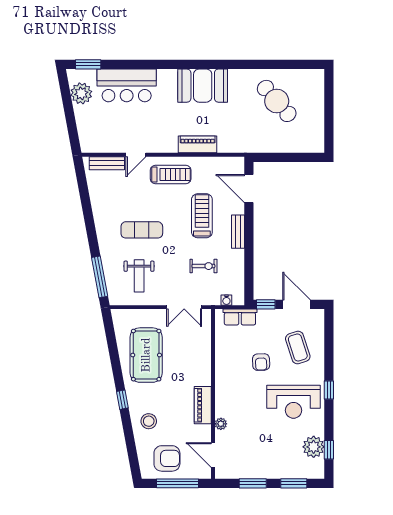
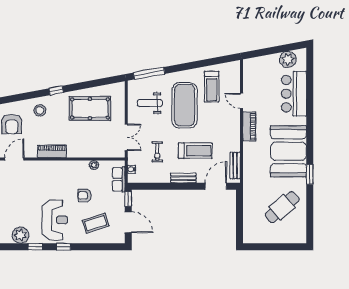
window: (88, 64) -> (310, 174), moved
booth: (203, 86) -> (288, 151), width x1.36, depth x1.42
piano: (198, 144) -> (249, 126), moved
bench: (107, 163) -> (235, 166), moved
treadmill: (171, 174) -> (212, 87), moved
exercise mat: (142, 230) -> (185, 105), width x2.00, depth x1.45
door: (296, 304) -> (128, 222), hinge flipped
double door: (184, 307) -> (126, 137), swing flipped
reception desk: (293, 402) -> (55, 220), turned 180
plant: (221, 424) -> (94, 165), moved
window: (329, 450) -> (35, 247), moved

